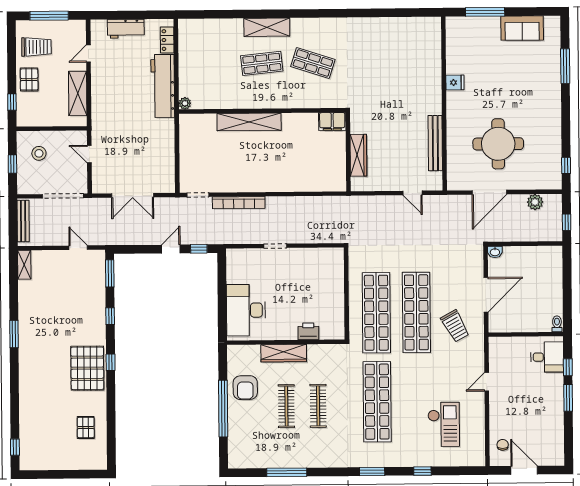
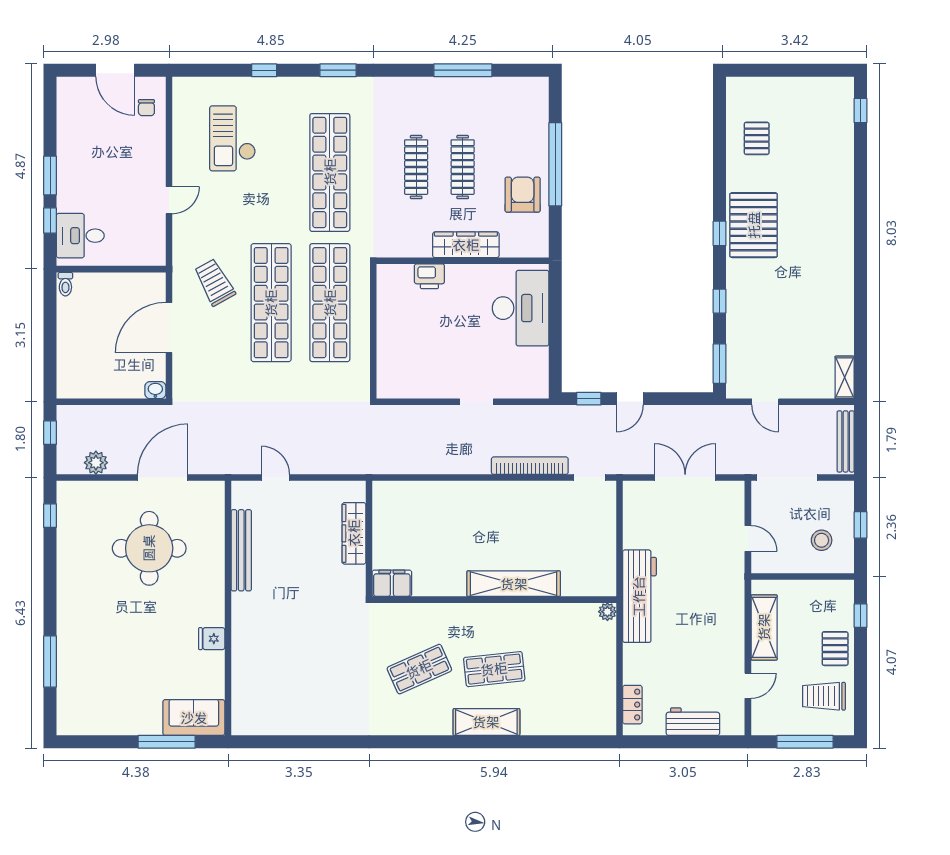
sofa: (522, 28) -> (194, 718), moved
shop shelf: (313, 63) -> (419, 669), turned -42
workbench: (163, 86) -> (639, 596), moved
window: (14, 334) -> (860, 276), removed

